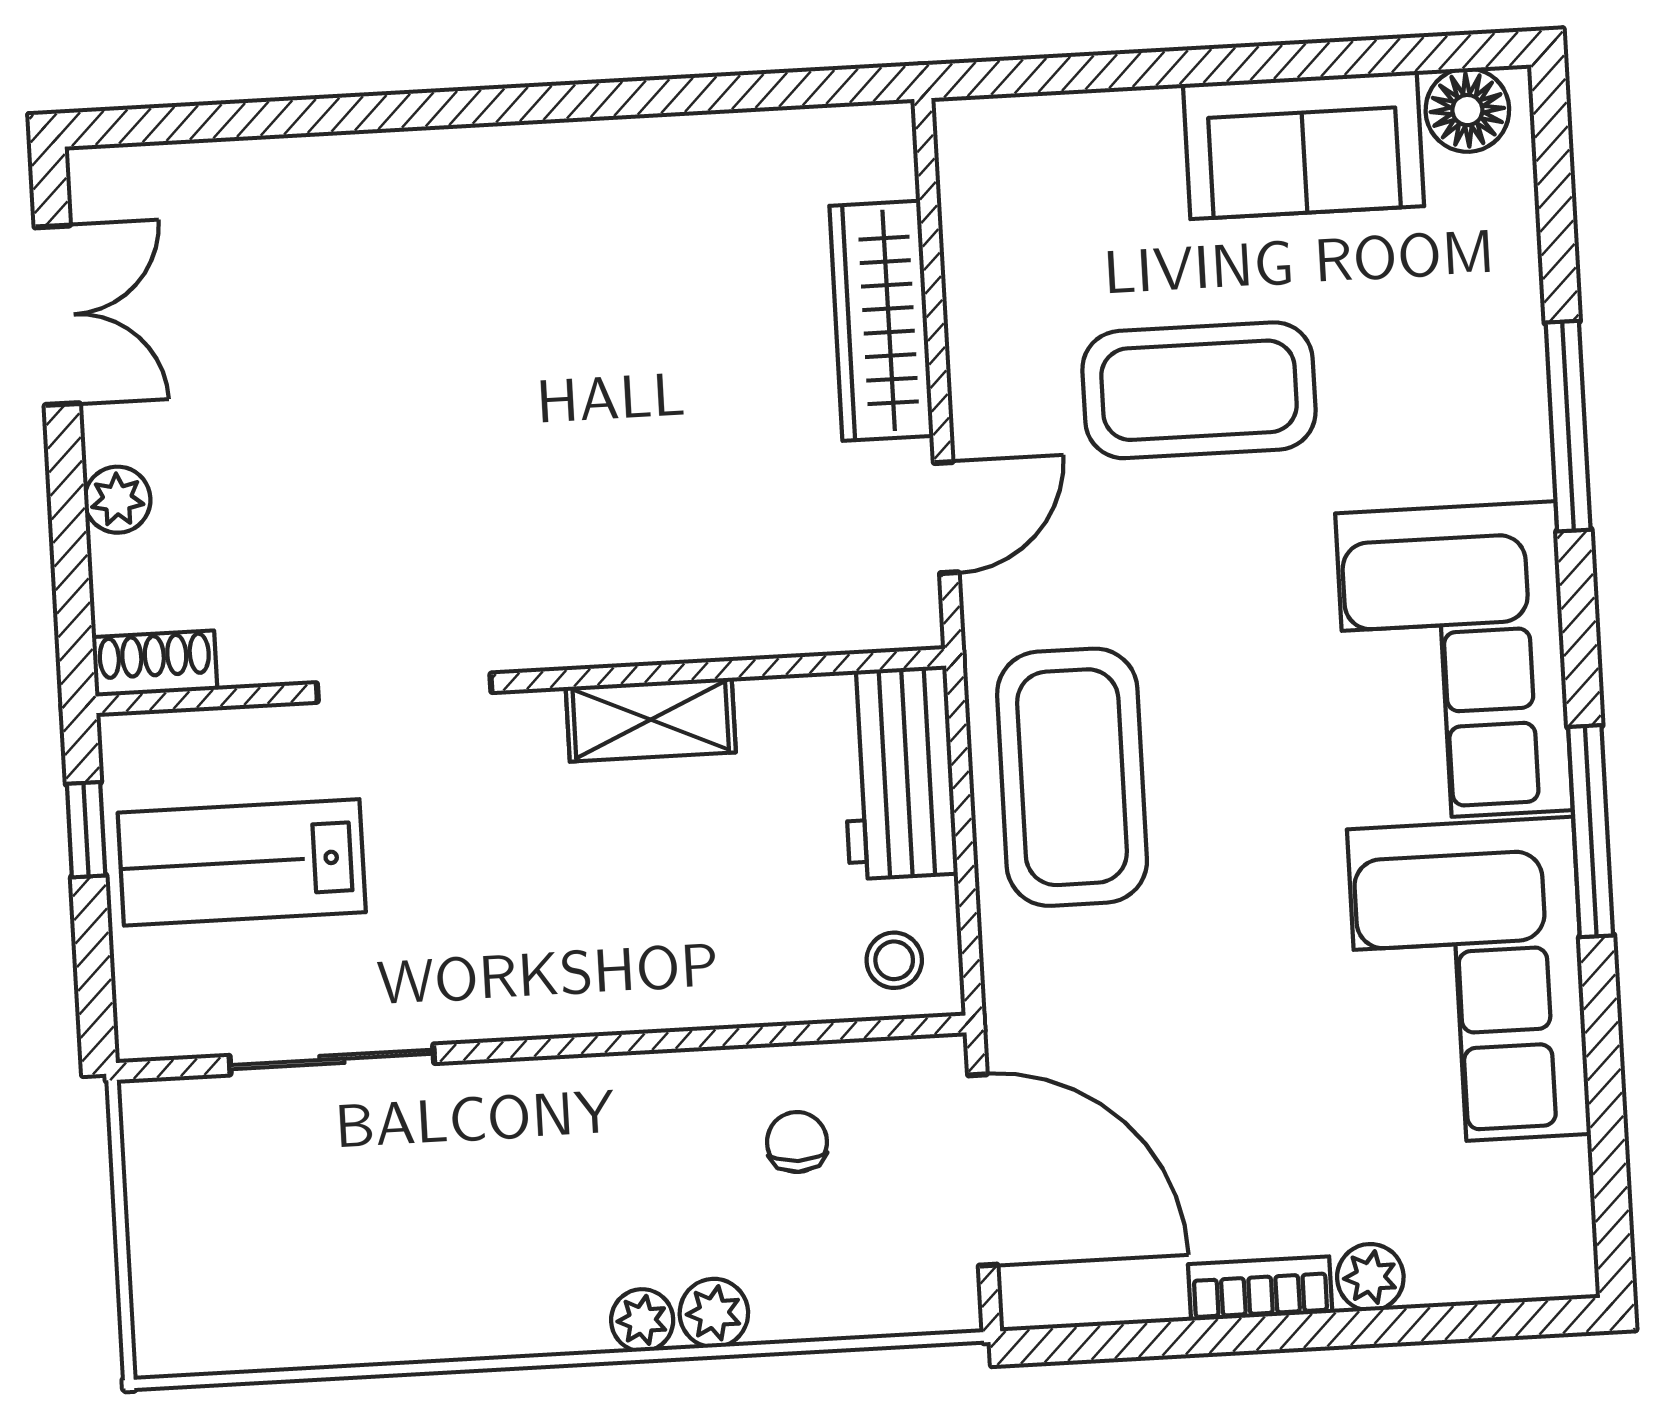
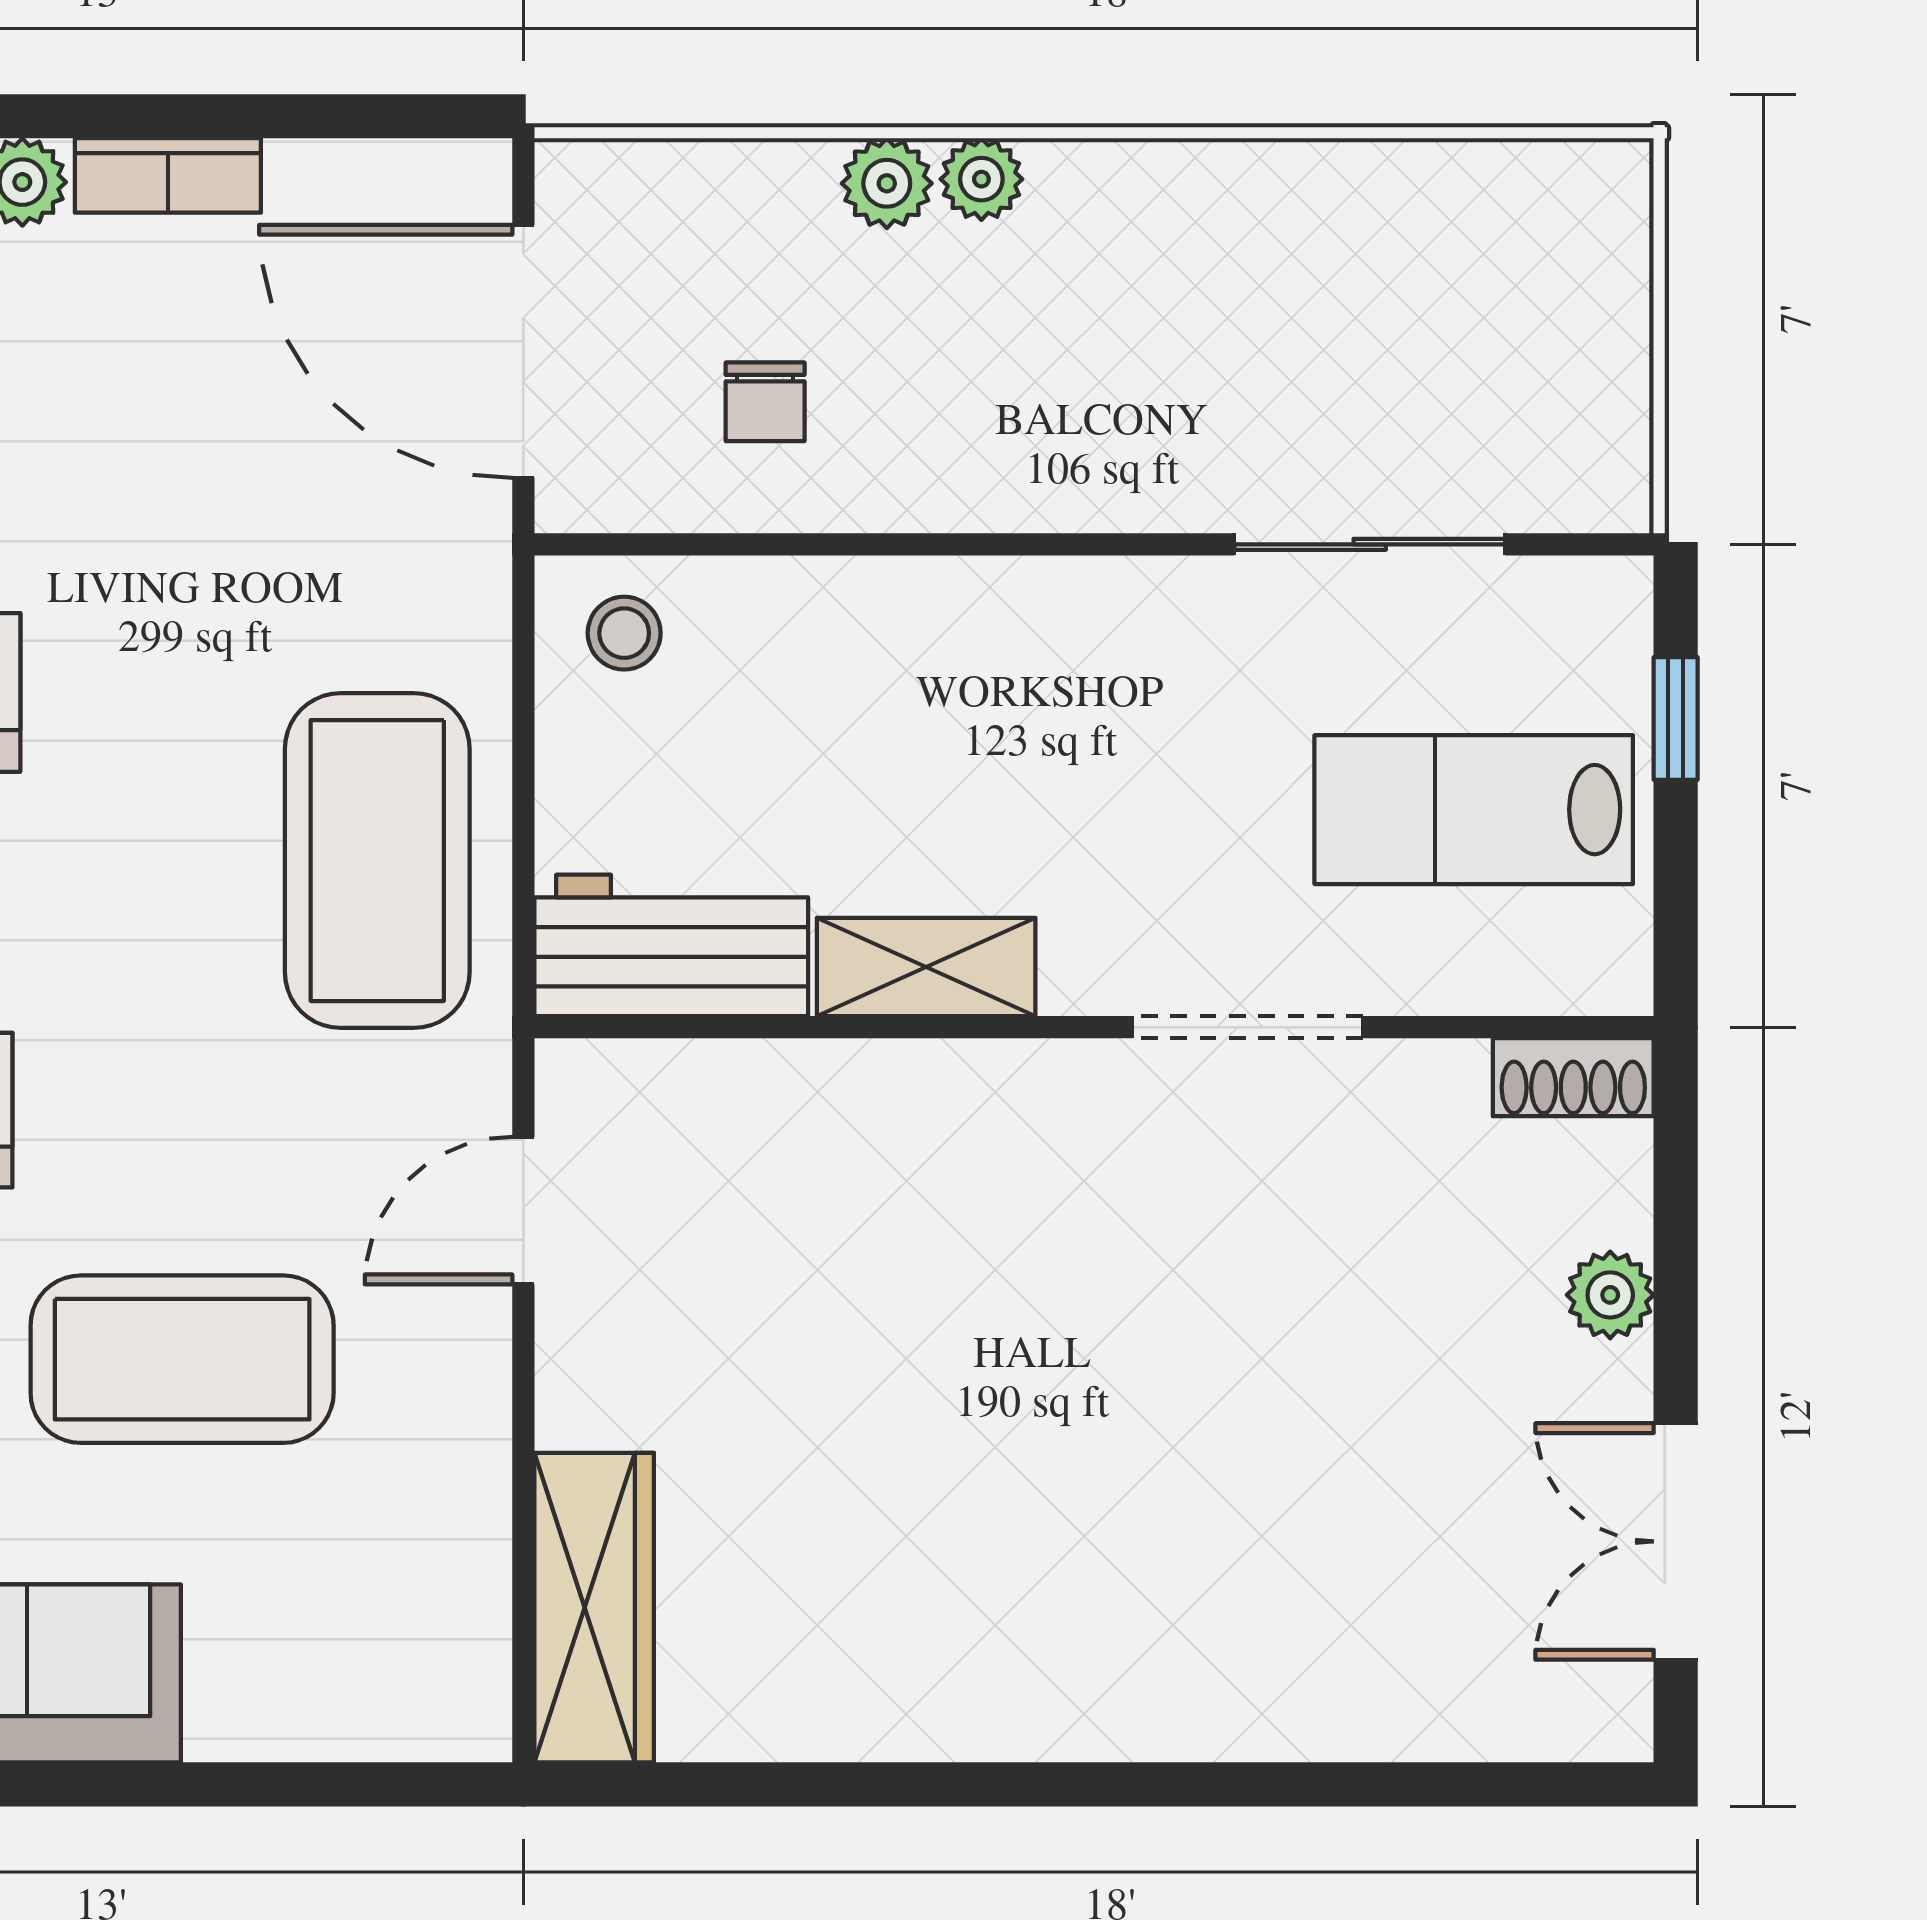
wardrobe: (881, 321) -> (594, 1608), moved
workbench: (898, 773) -> (671, 945), moved, turned -90
window: (86, 830) -> (1676, 718), moved
lab bench: (242, 862) -> (1474, 810), turned 180

